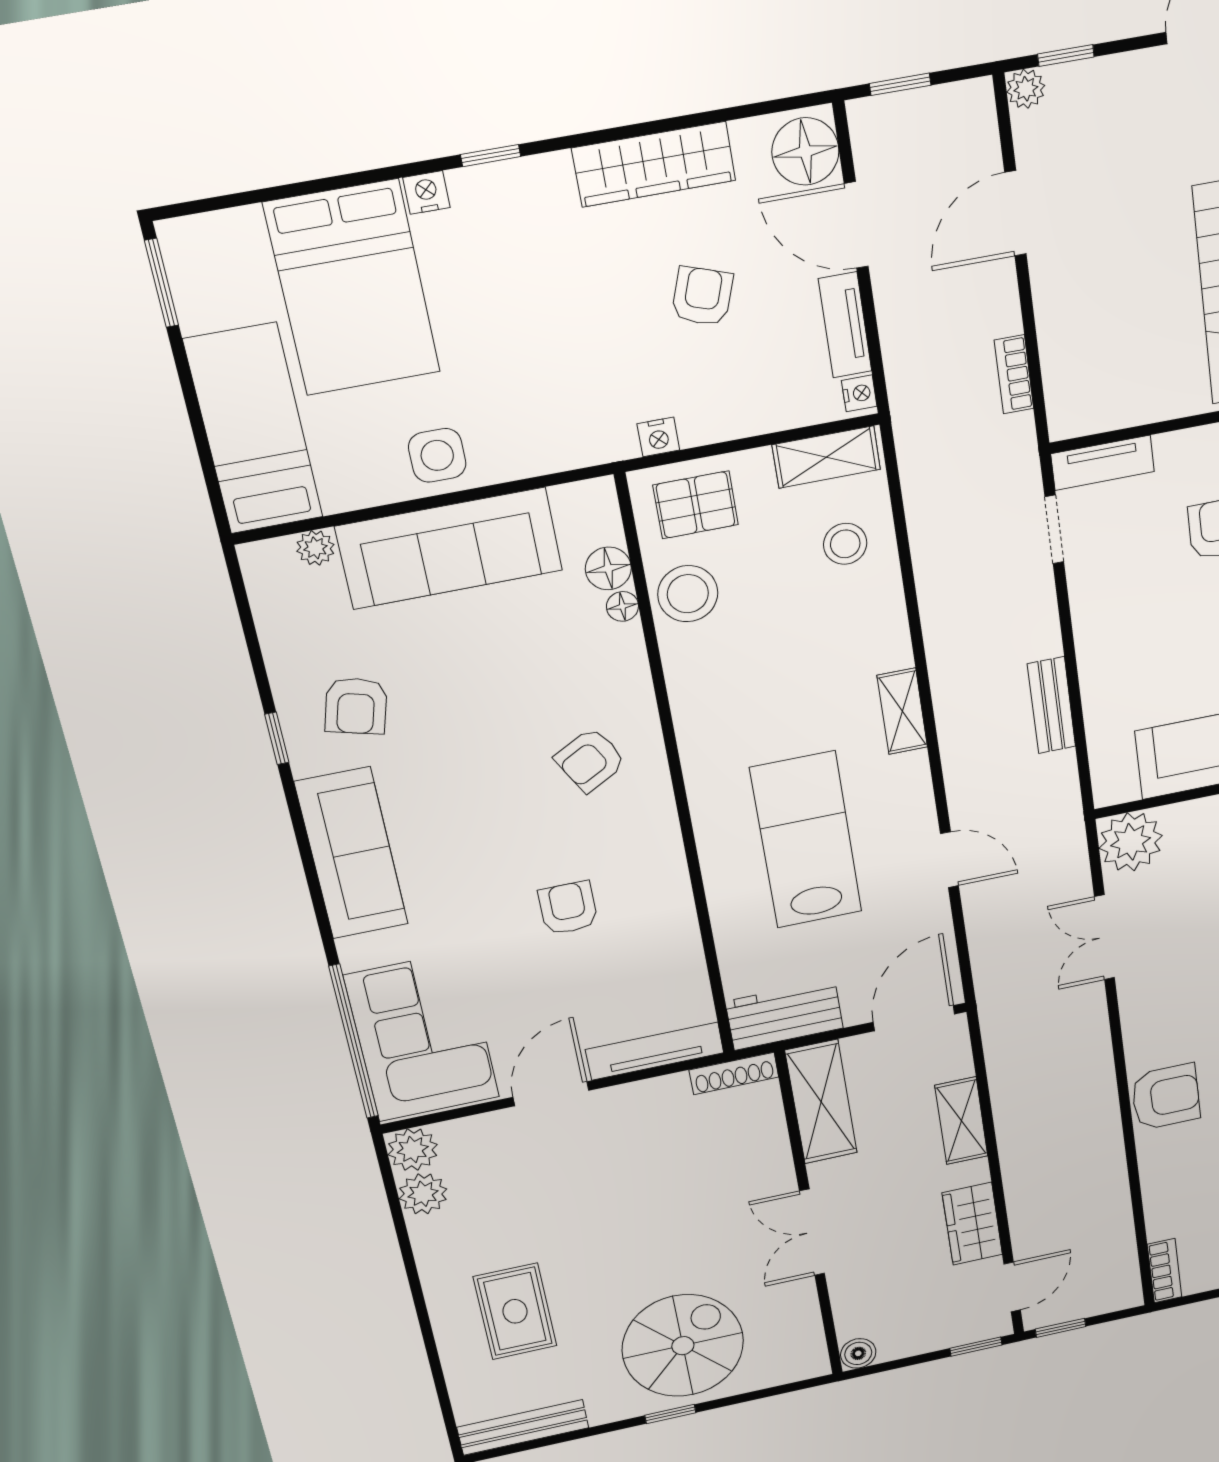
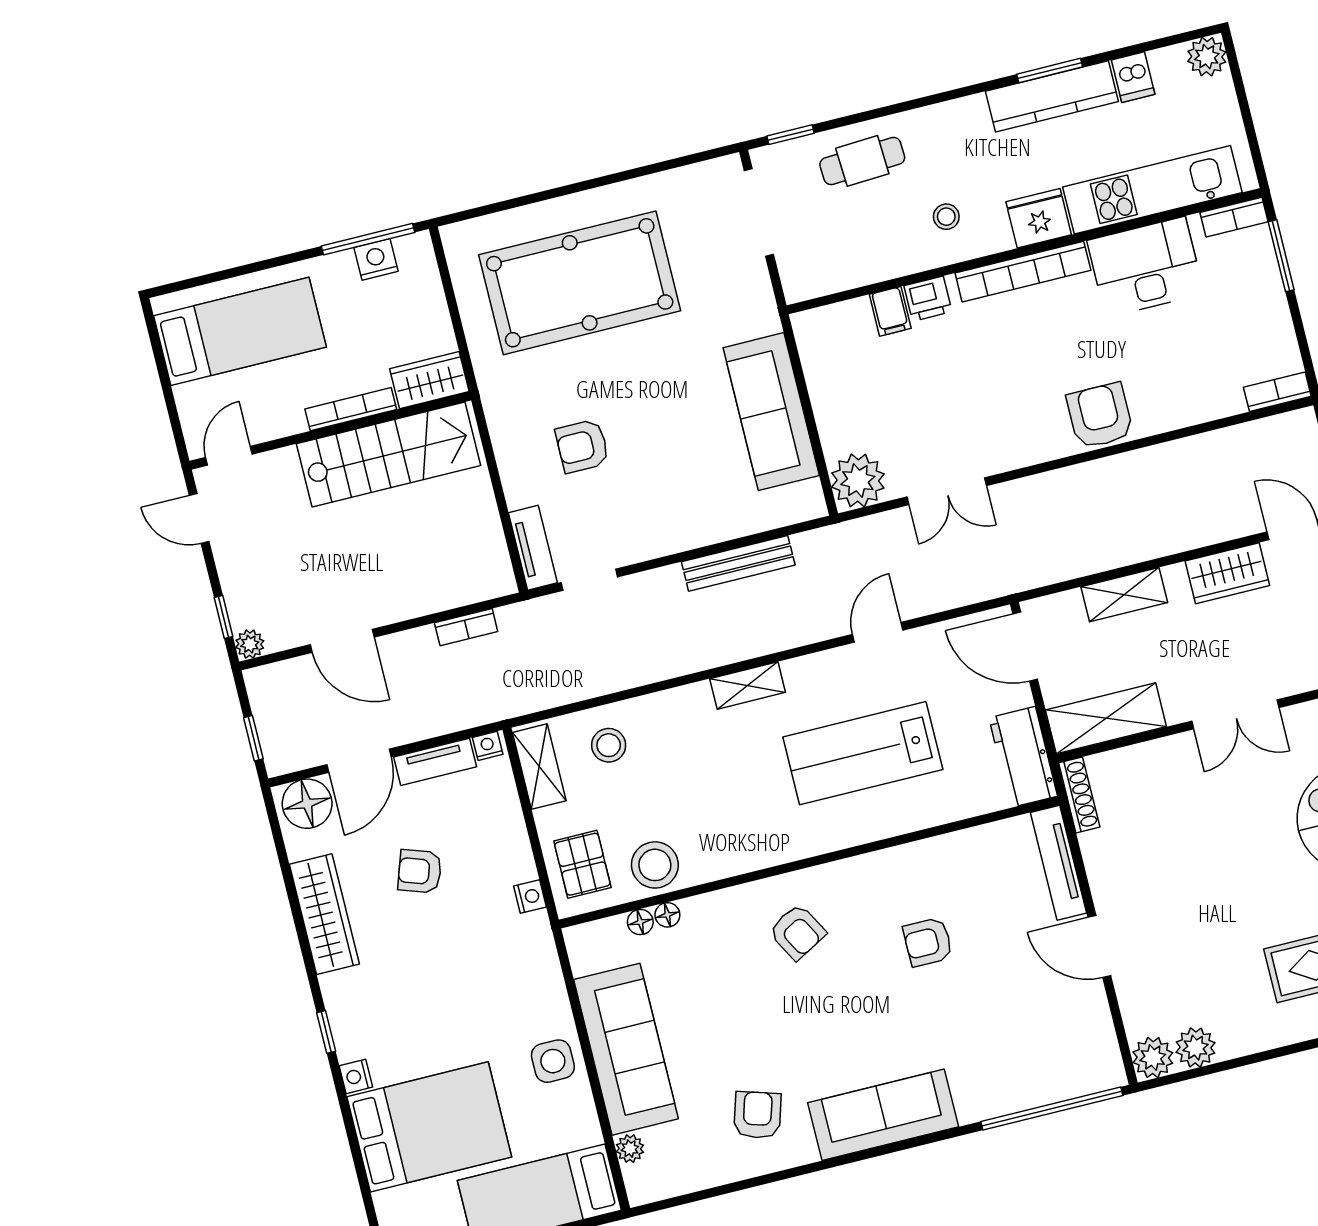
floor lamp: (608, 568) -> (640, 922), width x0.73, depth x0.73
bench: (1052, 705) -> (738, 563), width x1.36
armchair: (356, 706) -> (757, 1115), turned -88
window: (277, 738) -> (786, 1174), removed
corner sofa: (422, 1037) -> (1047, 1054), removed

